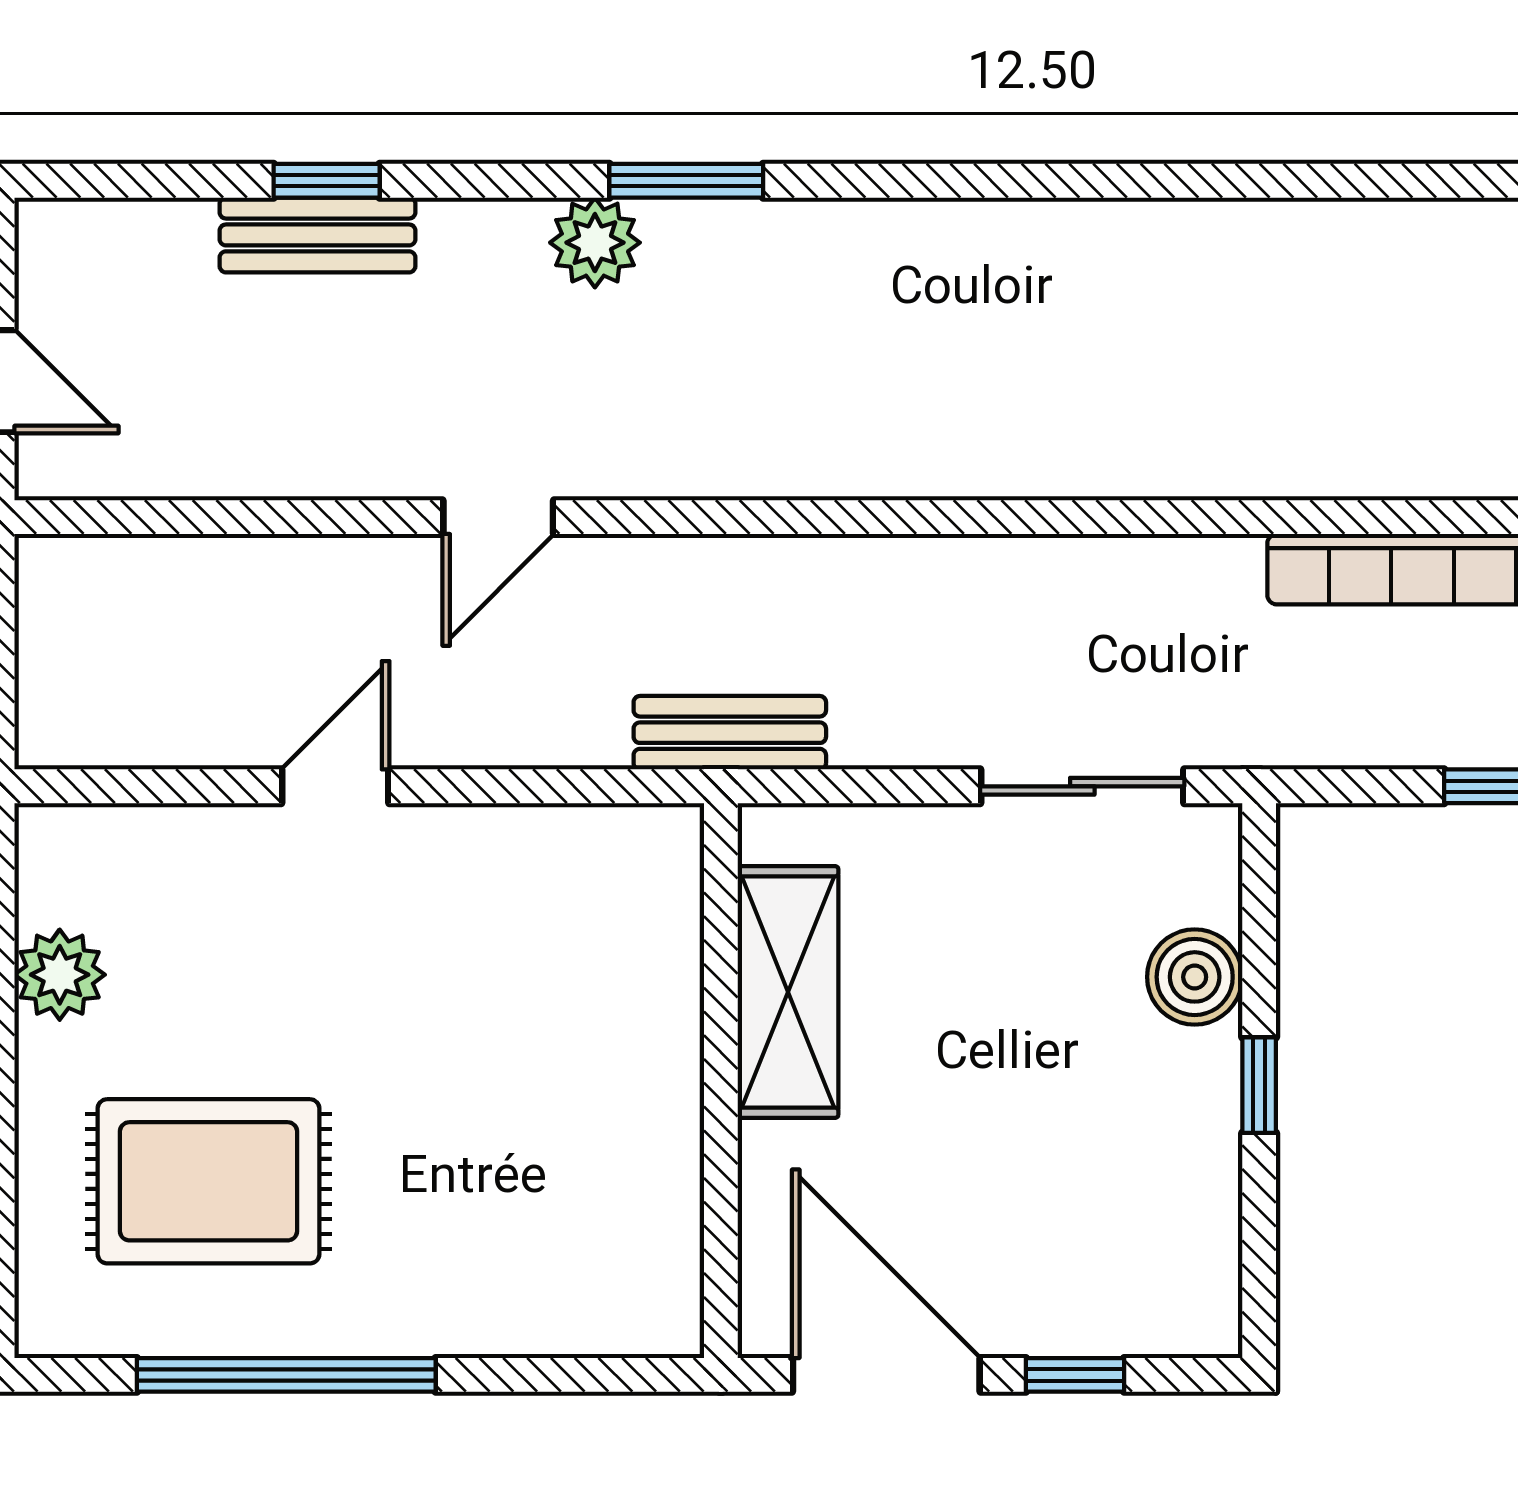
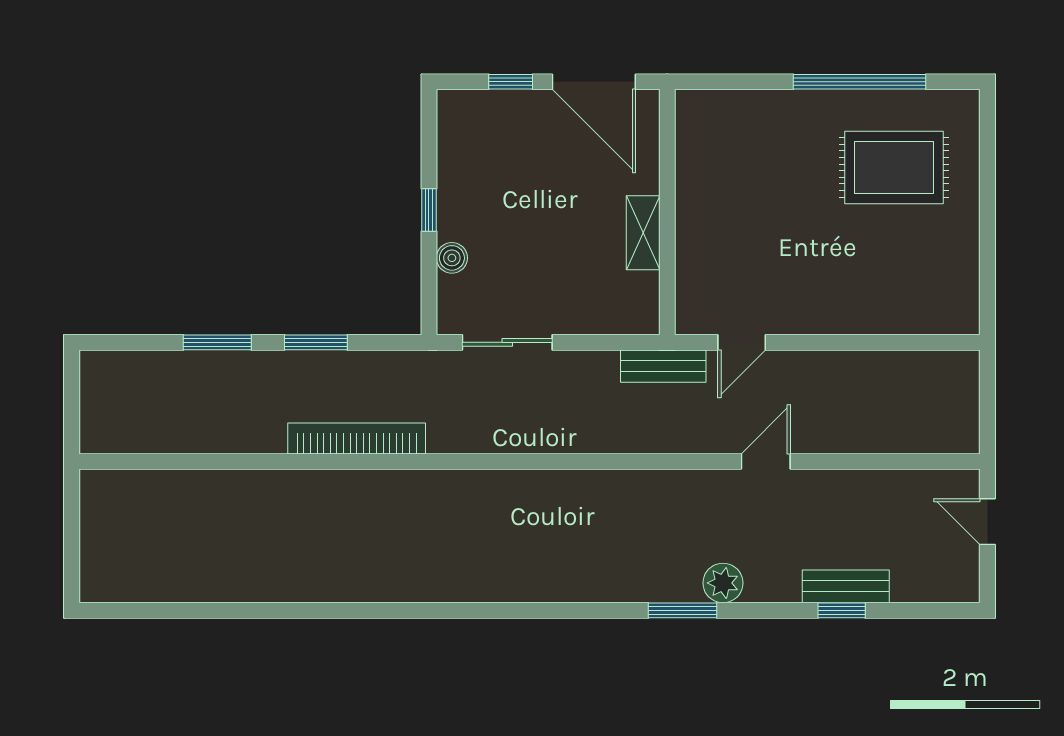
door: (335, 786) -> (742, 342), moved
plant: (60, 975) -> (960, 259), removed
boiler: (1195, 977) -> (452, 258), width x0.73, depth x0.73
shelving: (788, 992) -> (643, 233), width x0.67, depth x0.75

